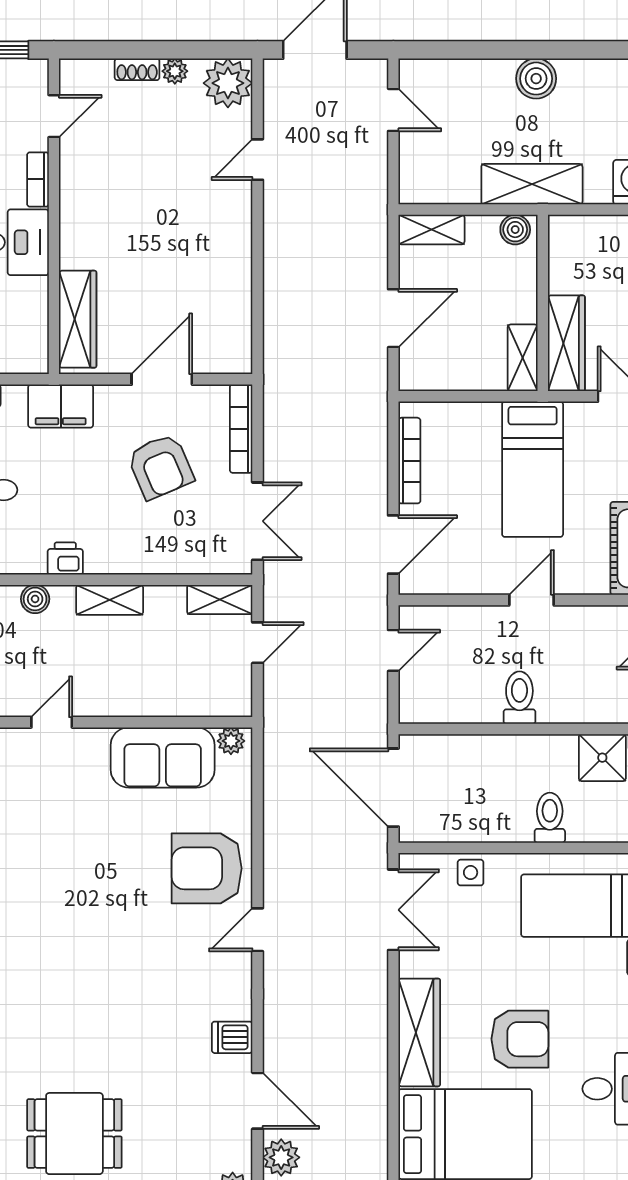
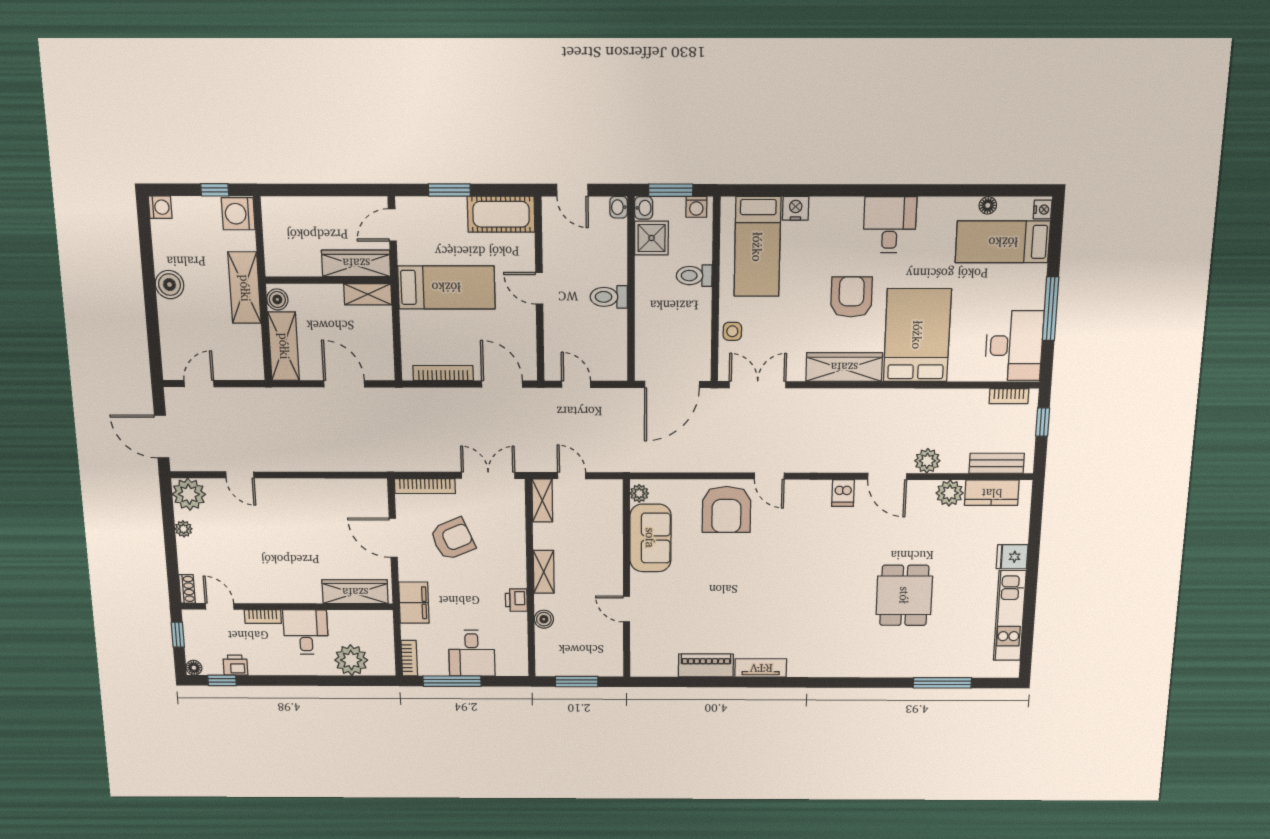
shoe rack: (137, 69) -> (187, 589), moved
shelving: (431, 230) -> (284, 346), width x1.50, depth x1.33
door: (258, 1101) -> (887, 476), swing flipped

